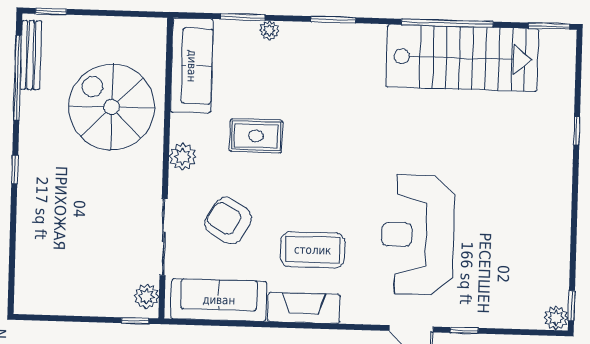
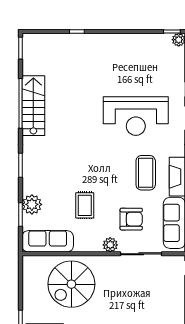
plant: (269, 30) -> (32, 204), width x1.88, depth x1.88
stairs: (462, 58) -> (33, 106), width x0.73, depth x0.66
plant: (183, 157) -> (110, 245), moved
armchair: (228, 221) -> (131, 219), turned -120
plant: (147, 296) -> (174, 262), removed

